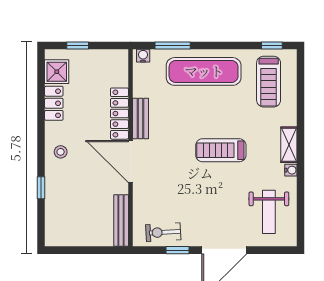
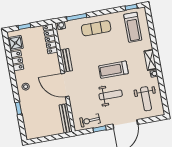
exercise mat: (204, 71) -> (96, 28), width x0.73, depth x0.69
locker: (119, 114) -> (50, 39), moved
weight bench: (208, 194) -> (111, 95), added

